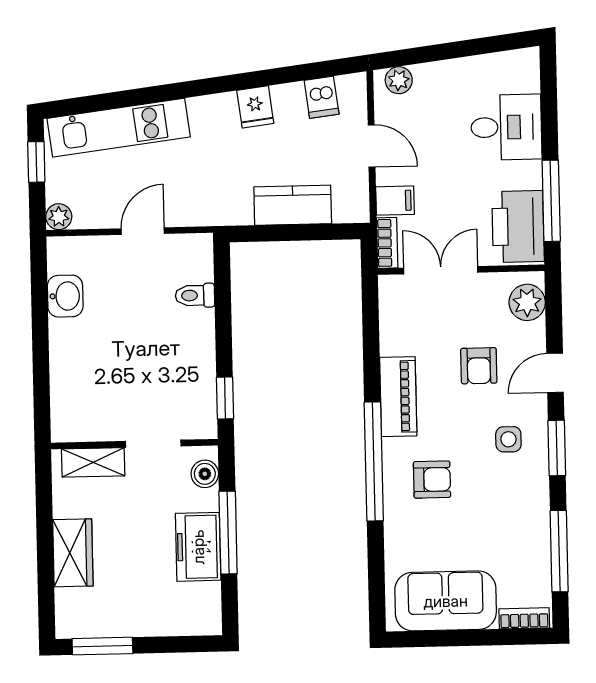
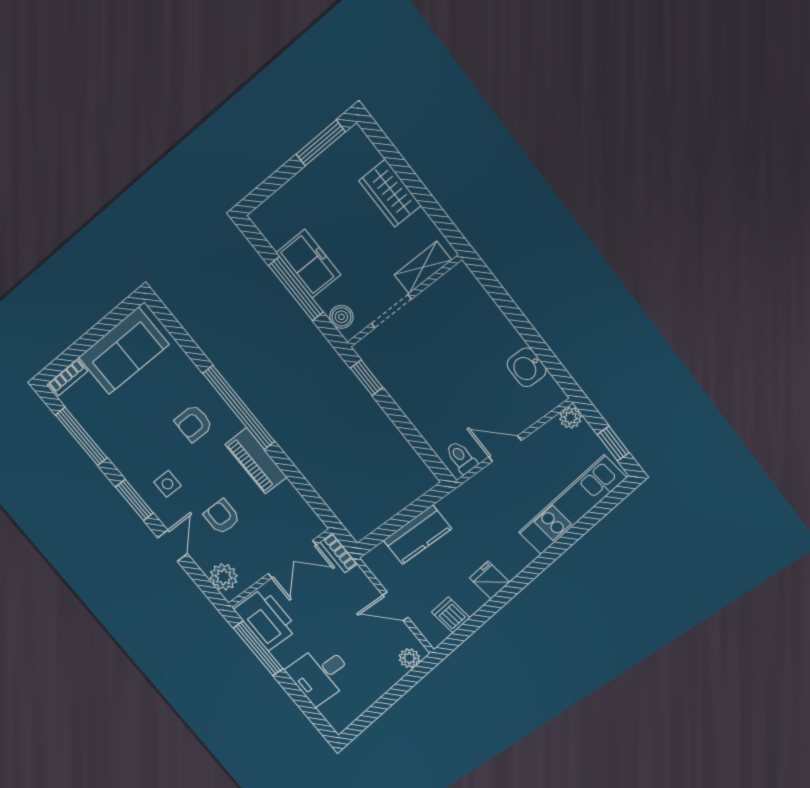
filing cabinet: (395, 201) -> (354, 583), removed
door: (143, 231) -> (505, 449), swing flipped
toilet: (195, 295) -> (461, 457), moved, turned -90

